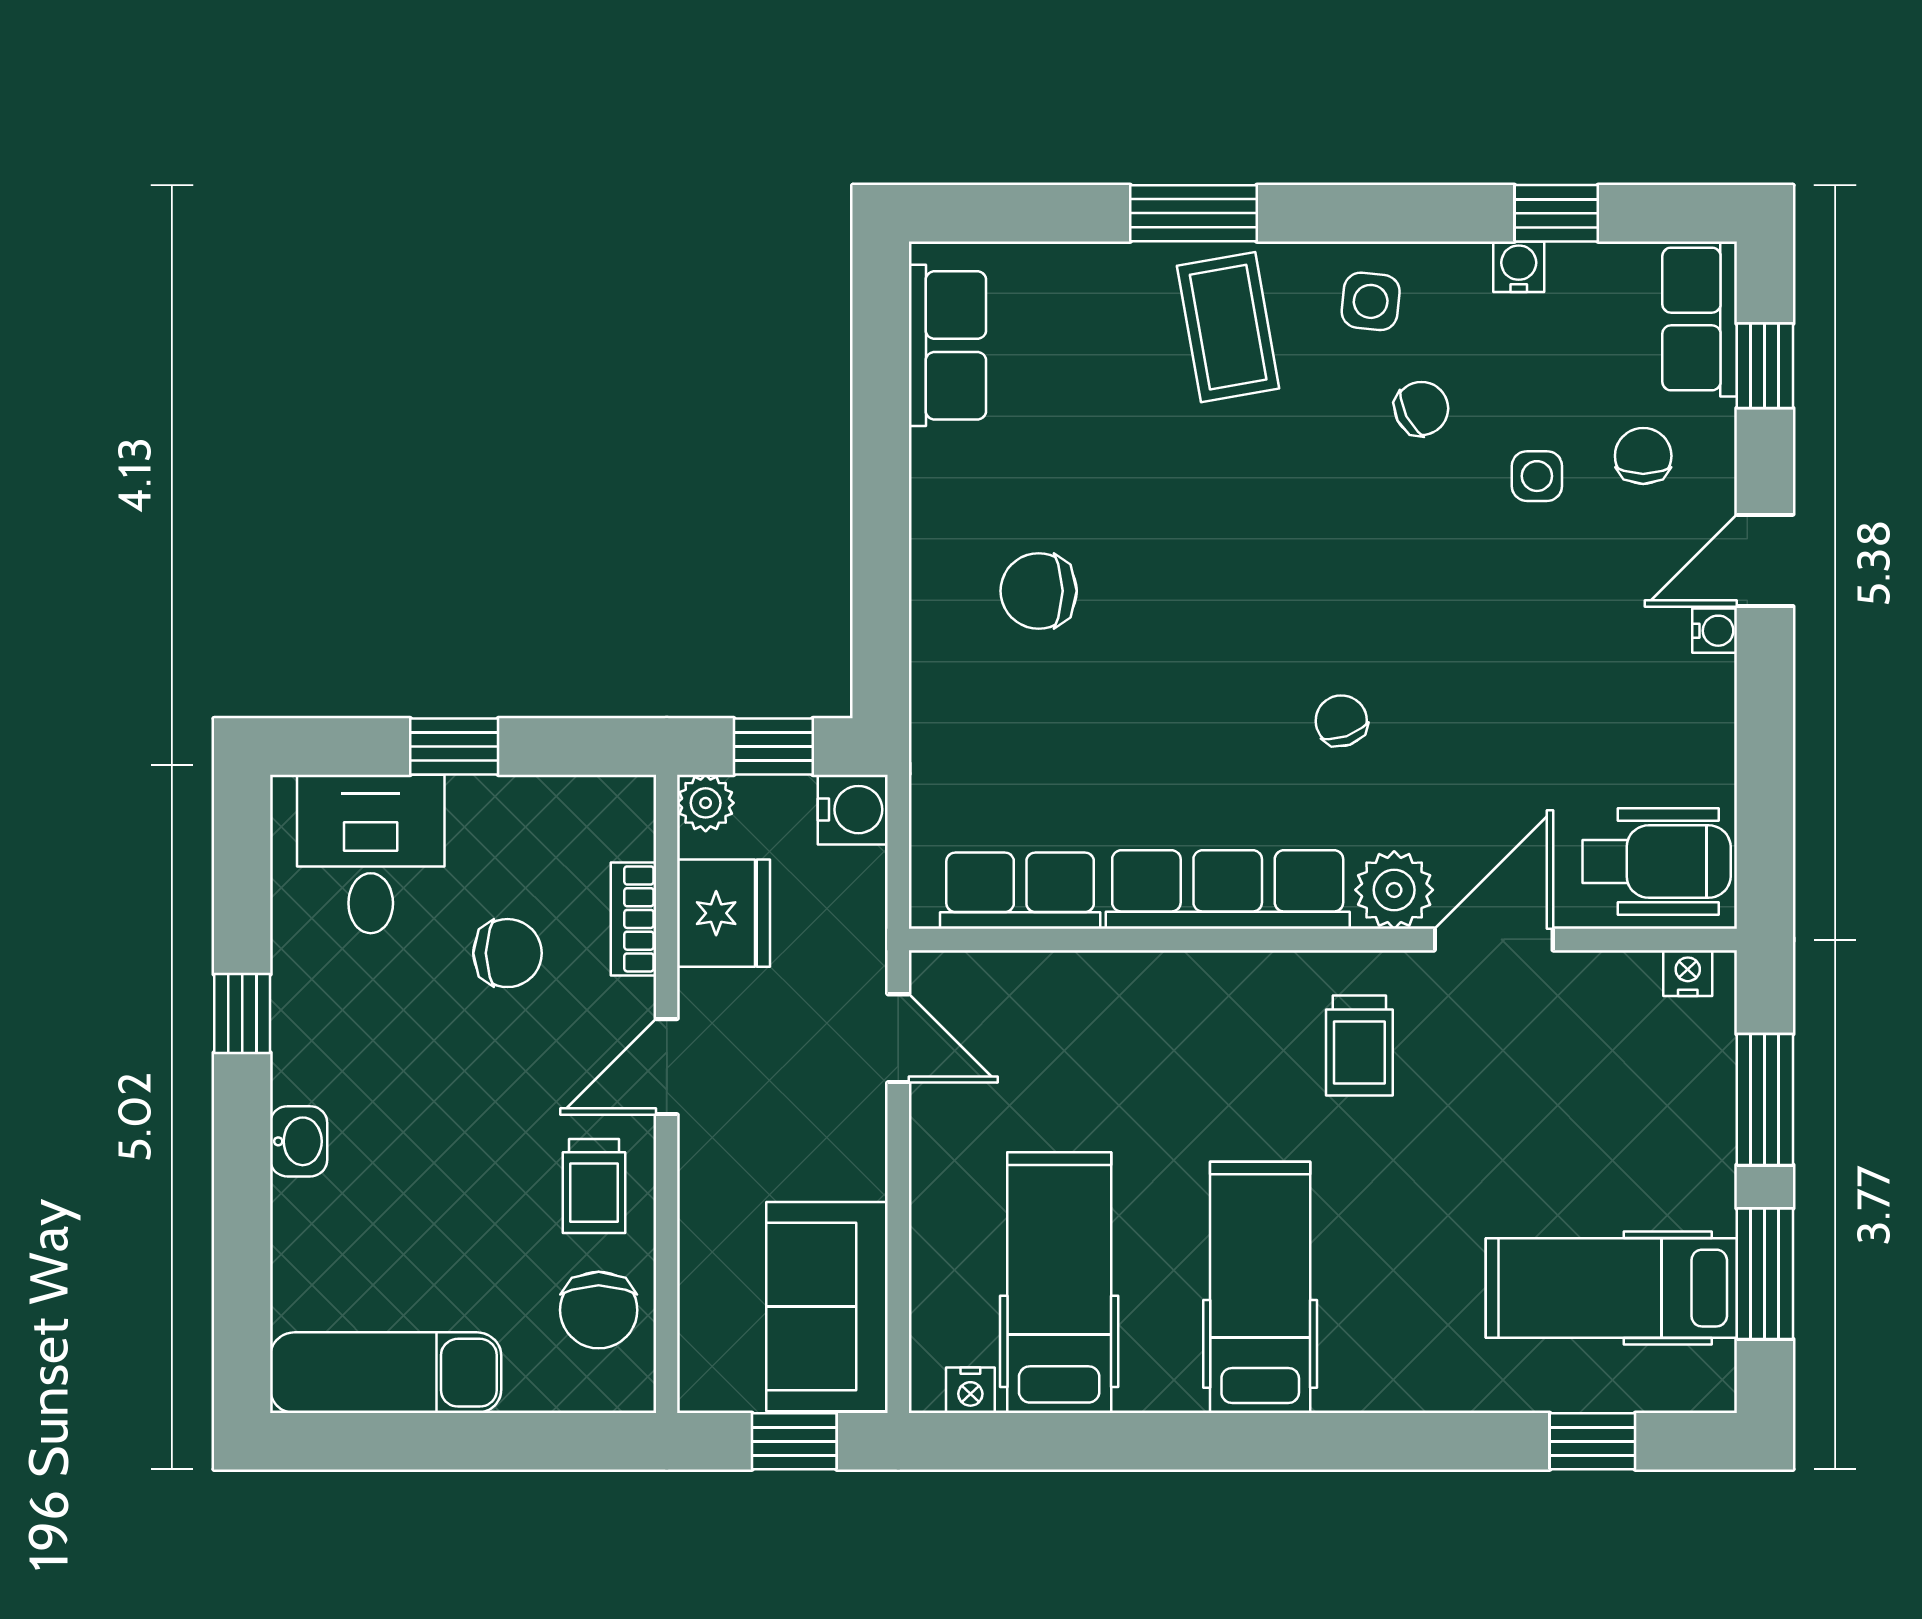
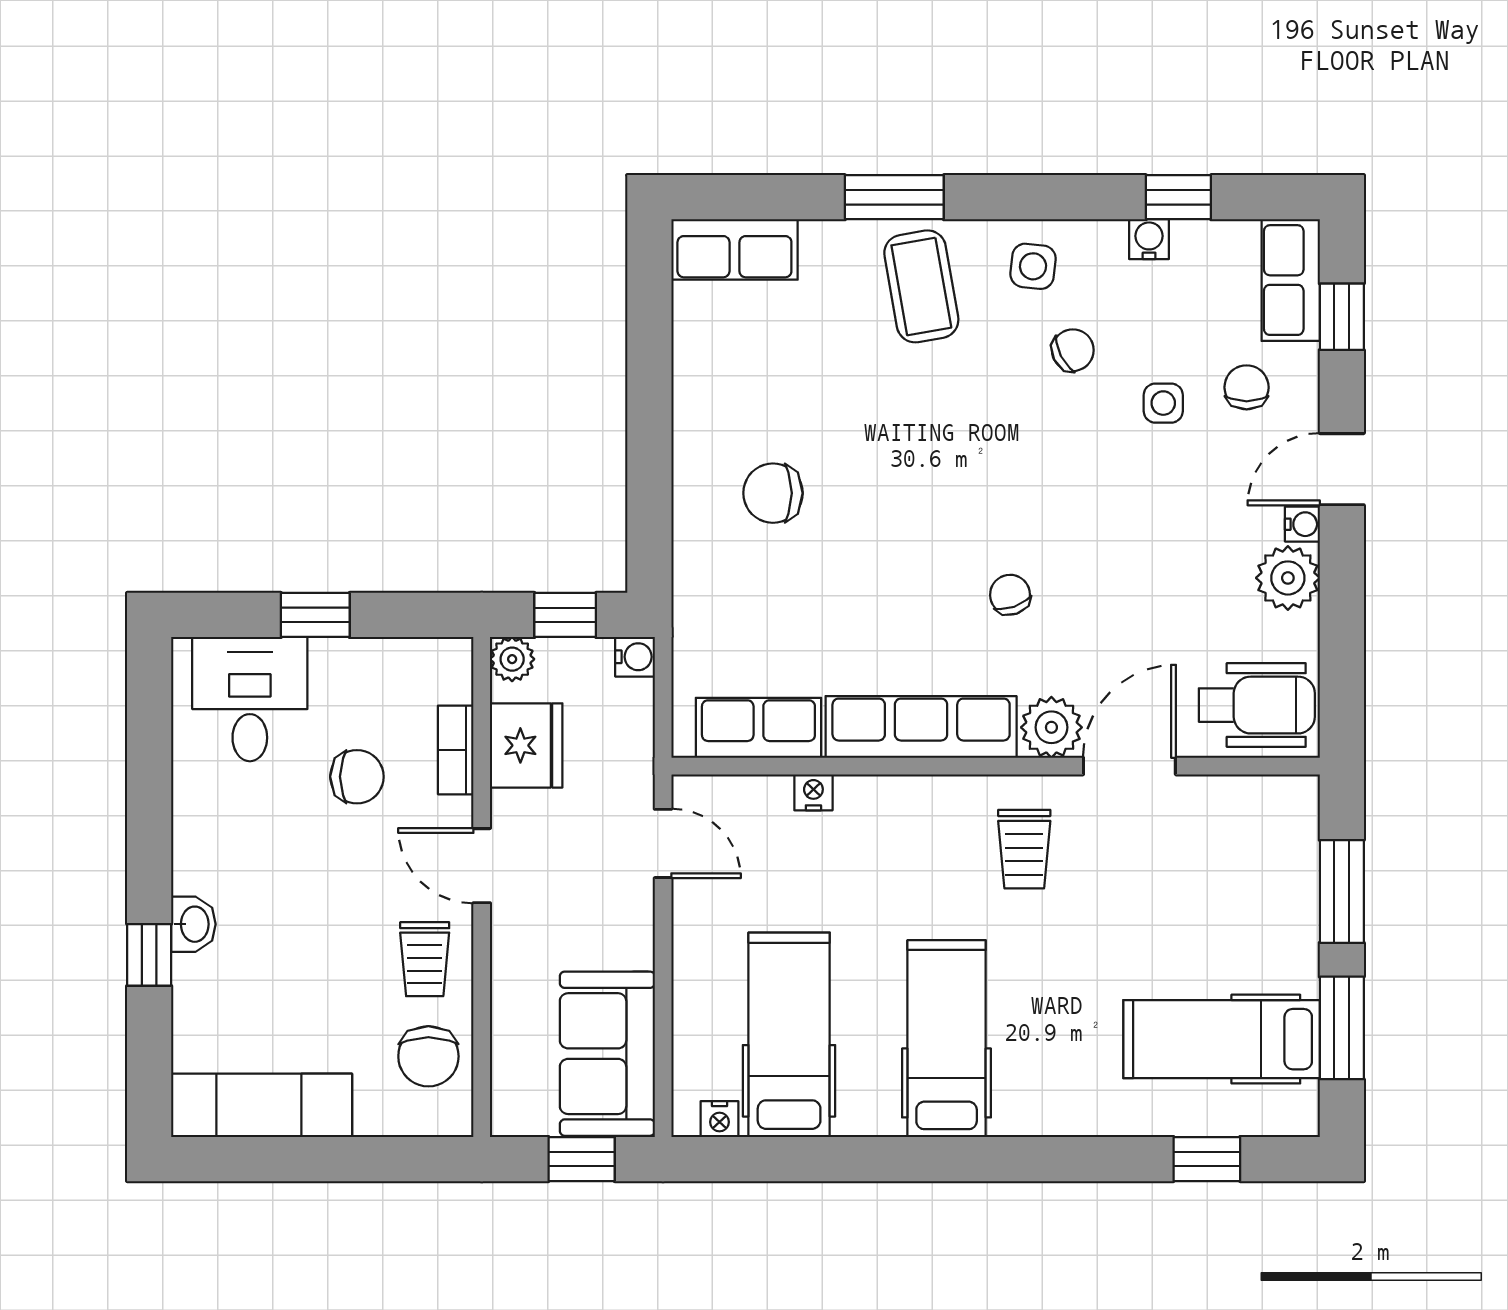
row of seats: (947, 345) -> (734, 249), moved, turned 90
plant: (1696, 699) -> (1288, 578), added
water cooler: (853, 810) -> (635, 657), width x0.72, depth x0.72
nightstand: (1688, 973) -> (813, 792), moved
window: (242, 1014) -> (149, 955), moved
door: (667, 1067) -> (482, 866), hinge flipped

